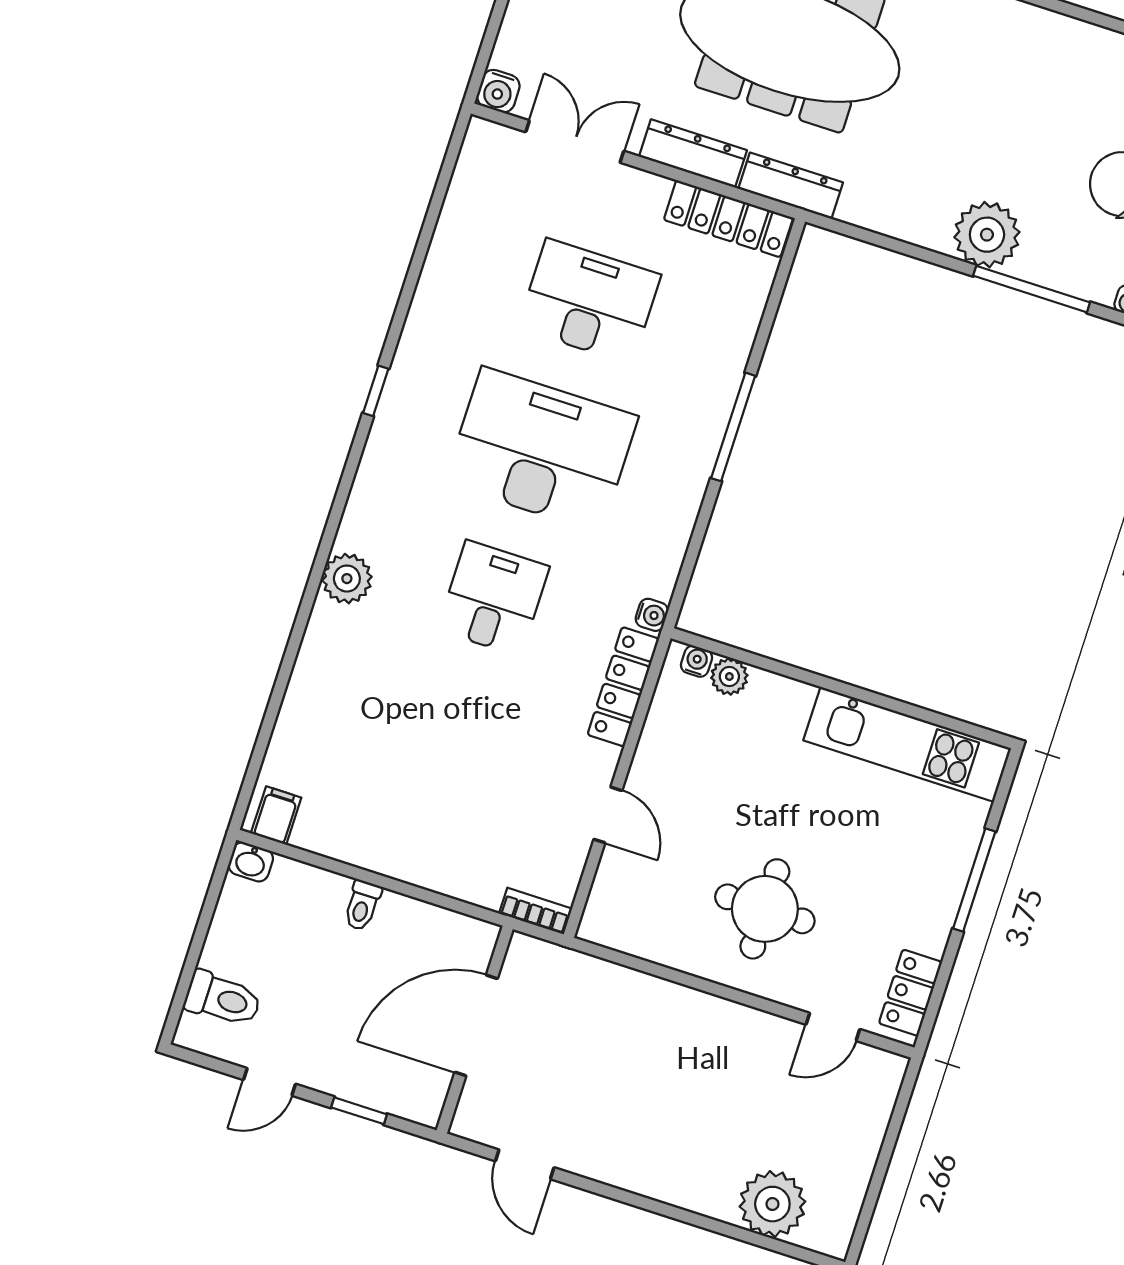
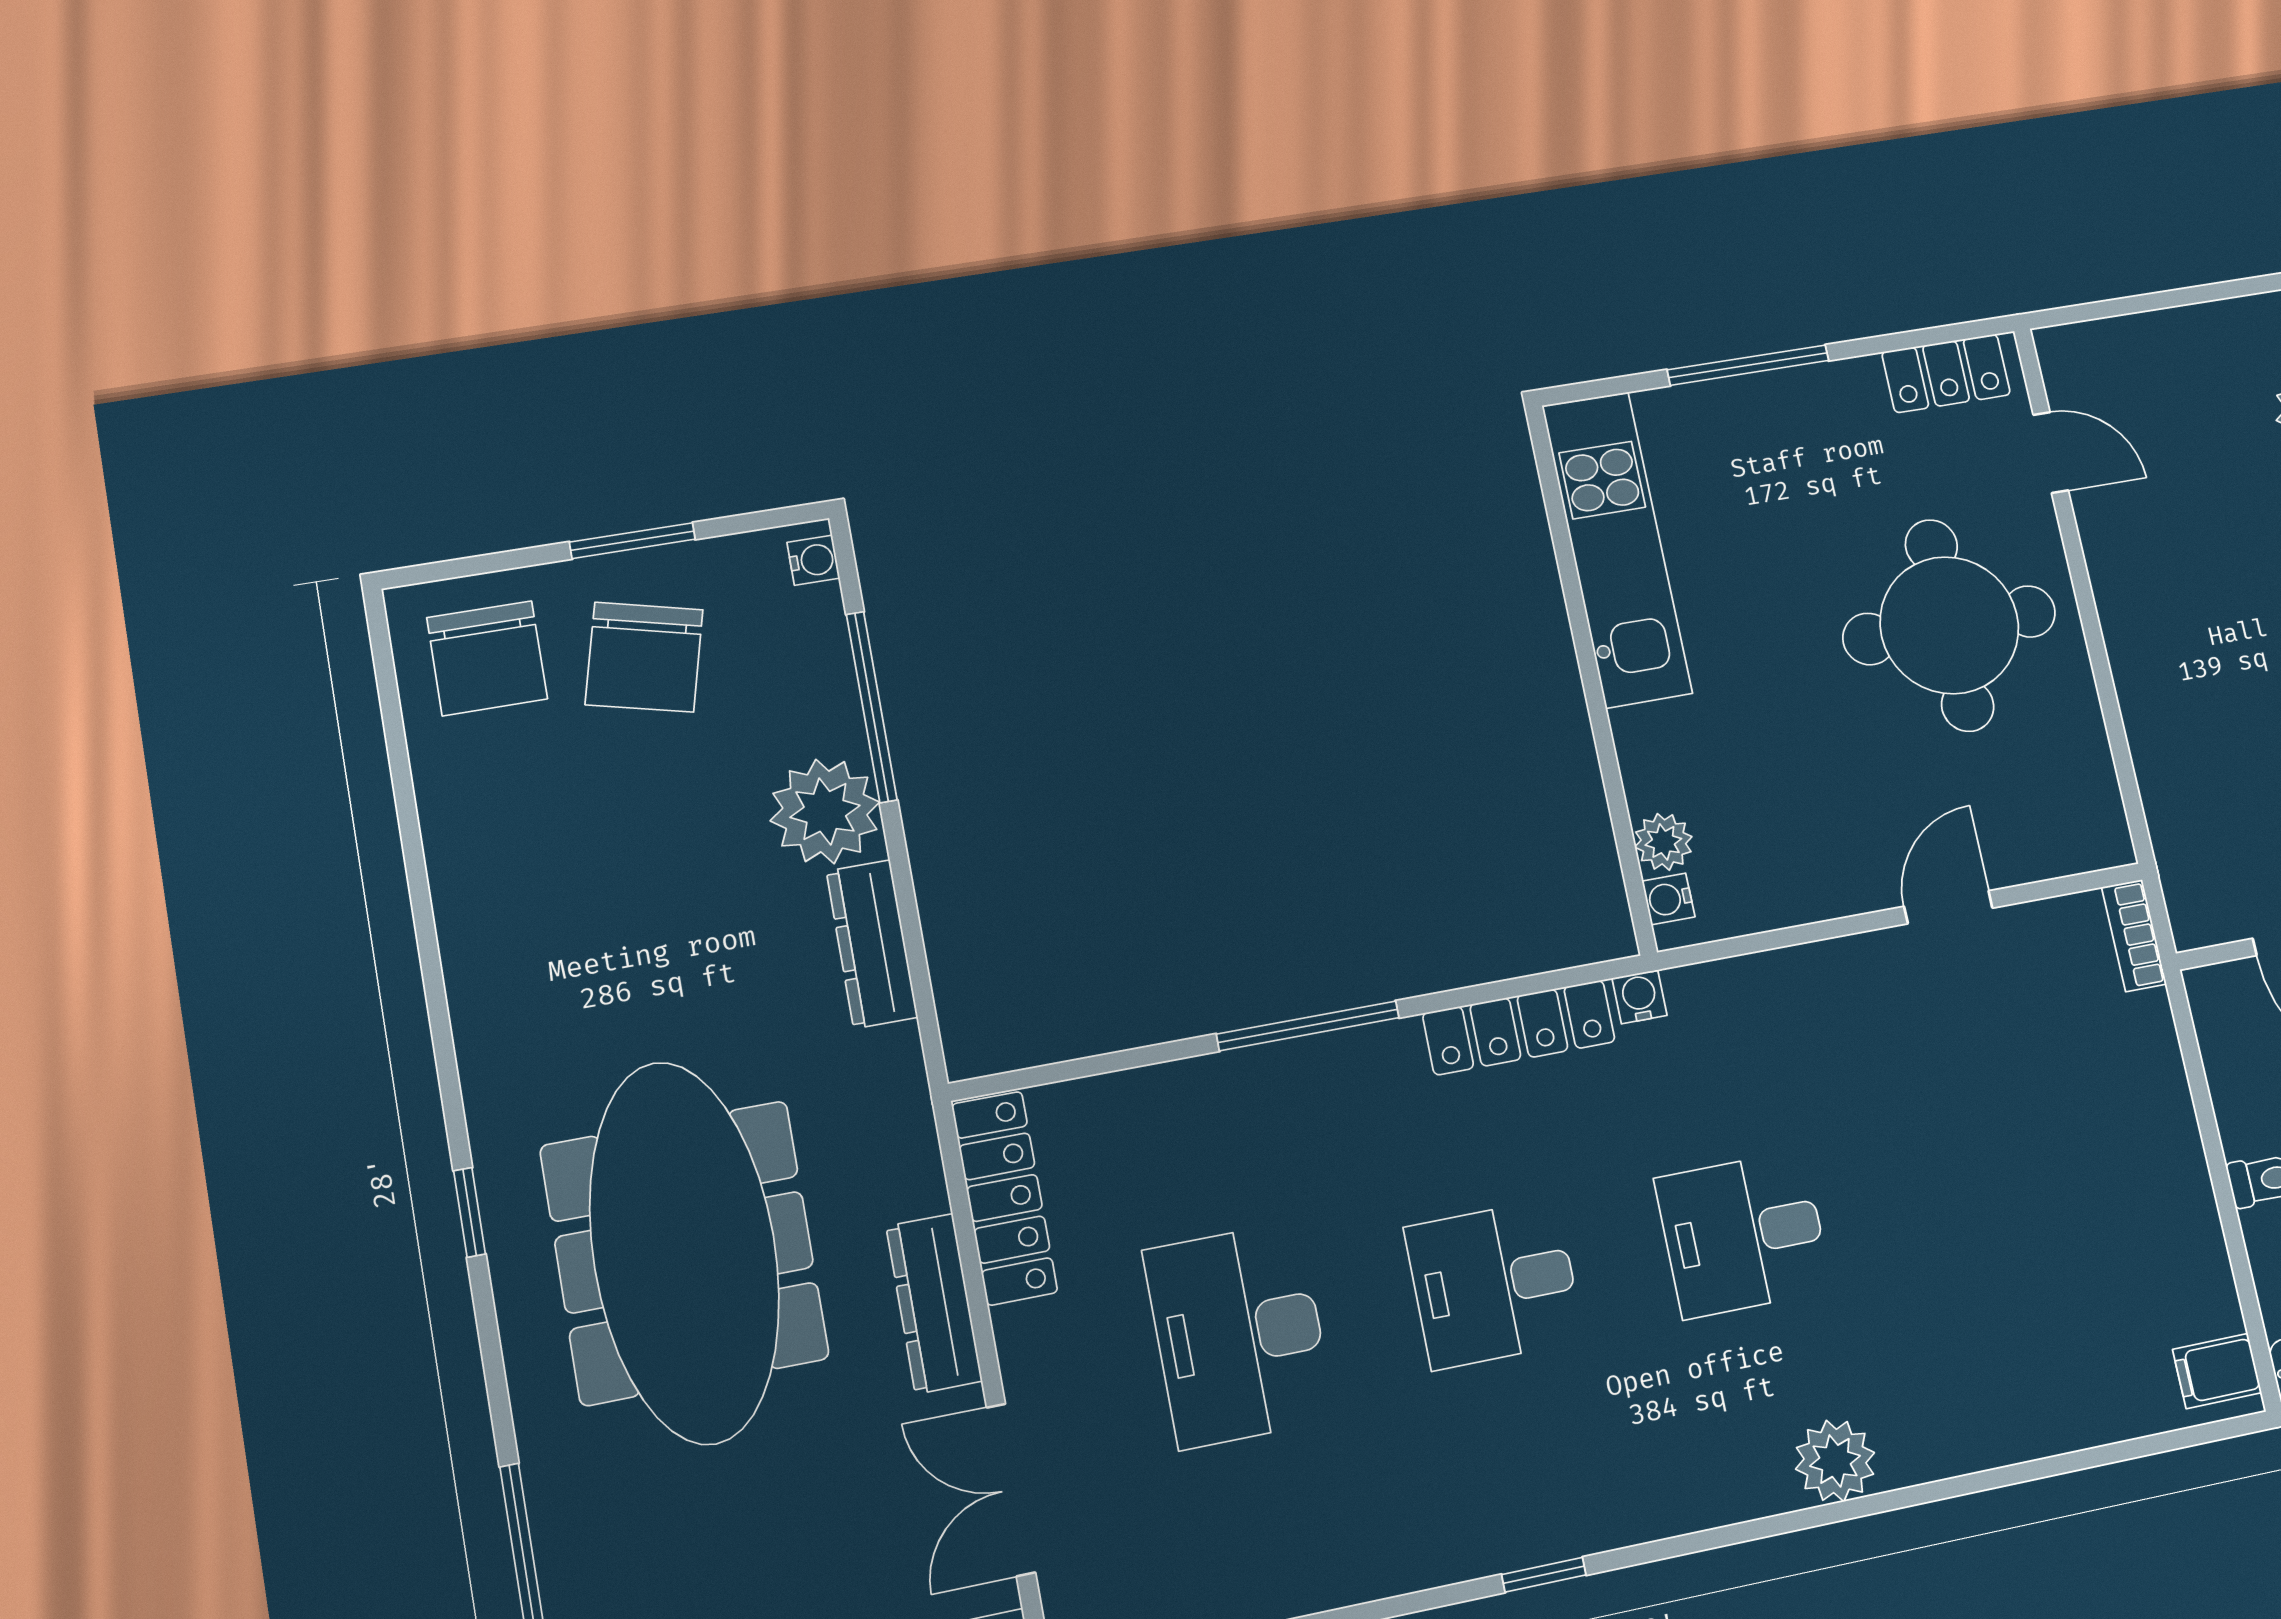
dresser: (791, 186) -> (872, 944), moved
desk: (541, 450) -> (1494, 1284), width x0.53, depth x0.77
locker: (623, 687) -> (1519, 1028), moved
round table: (765, 909) -> (1949, 625), width x1.36, depth x1.36

